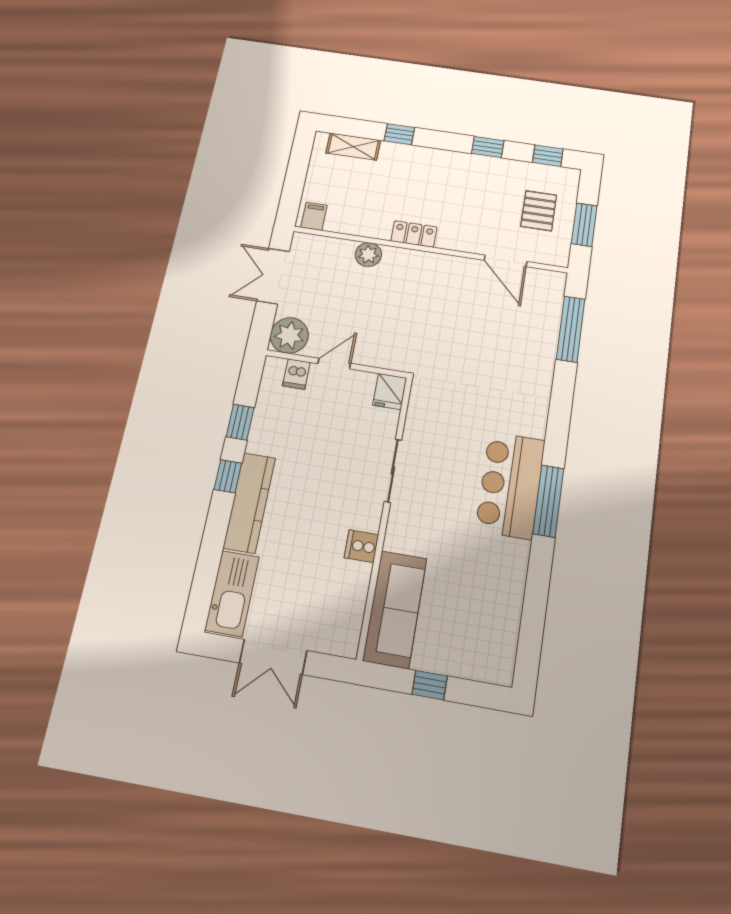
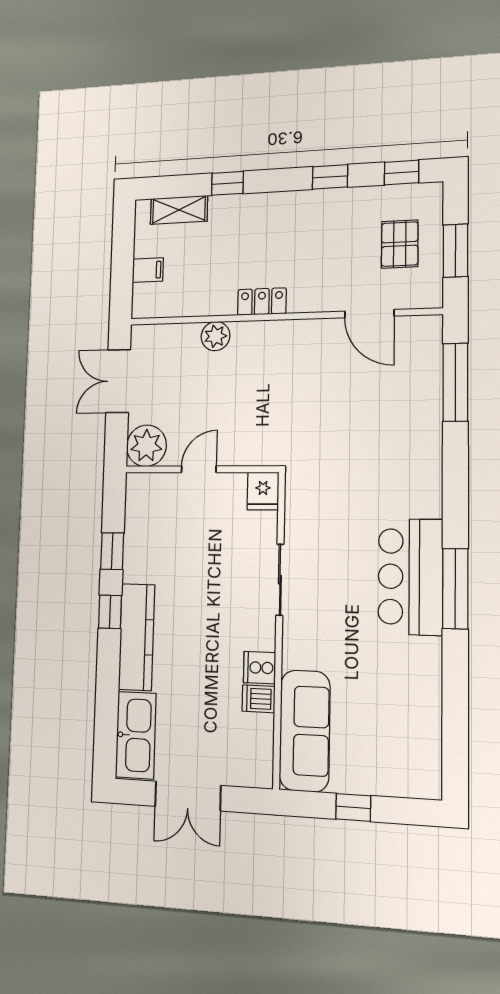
filing cabinet: (314, 216) -> (148, 270), moved, turned 90
dishwasher: (296, 374) -> (259, 699), moved, turned 90

